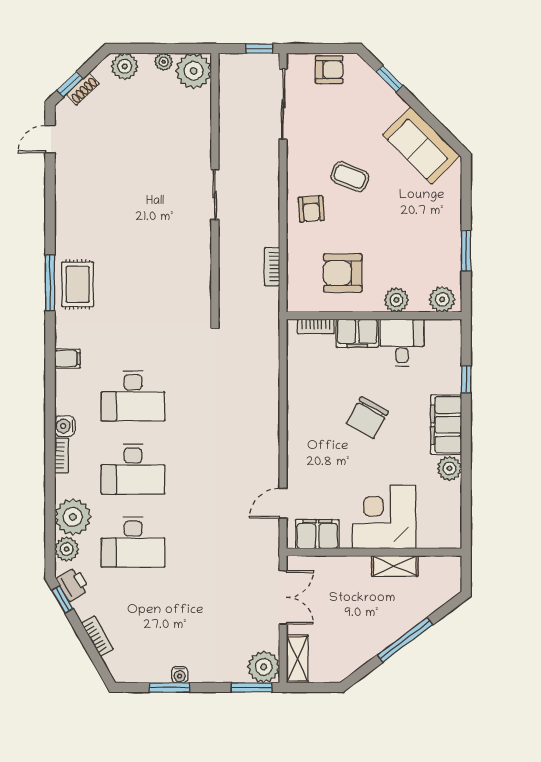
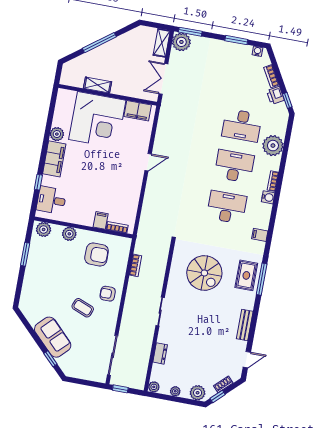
armchair: (329, 70) -> (83, 370), removed
plant: (194, 71) -> (154, 387), width x0.53, depth x0.53
window: (70, 84) -> (218, 396), moved
dresser: (202, 122) -> (160, 353), added
sofa: (421, 145) -> (53, 337), moved
bench: (65, 198) -> (245, 325), added
armchair: (311, 209) -> (108, 294), turned -86
spiral stairs: (151, 275) -> (204, 273), added
filing cabinet: (357, 333) -> (101, 220), width x0.50
desk: (402, 343) -> (51, 200), moved, turned 90
chair: (367, 417) -> (98, 171), removed
door: (283, 503) -> (148, 162), moved
corner desk: (384, 517) -> (97, 120), width x1.36, depth x1.36
desk: (133, 542) -> (242, 125), turned 180
plant: (67, 549) -> (280, 128), removed
printer: (73, 584) -> (275, 95), moved
water cooler: (180, 675) -> (257, 51), moved

